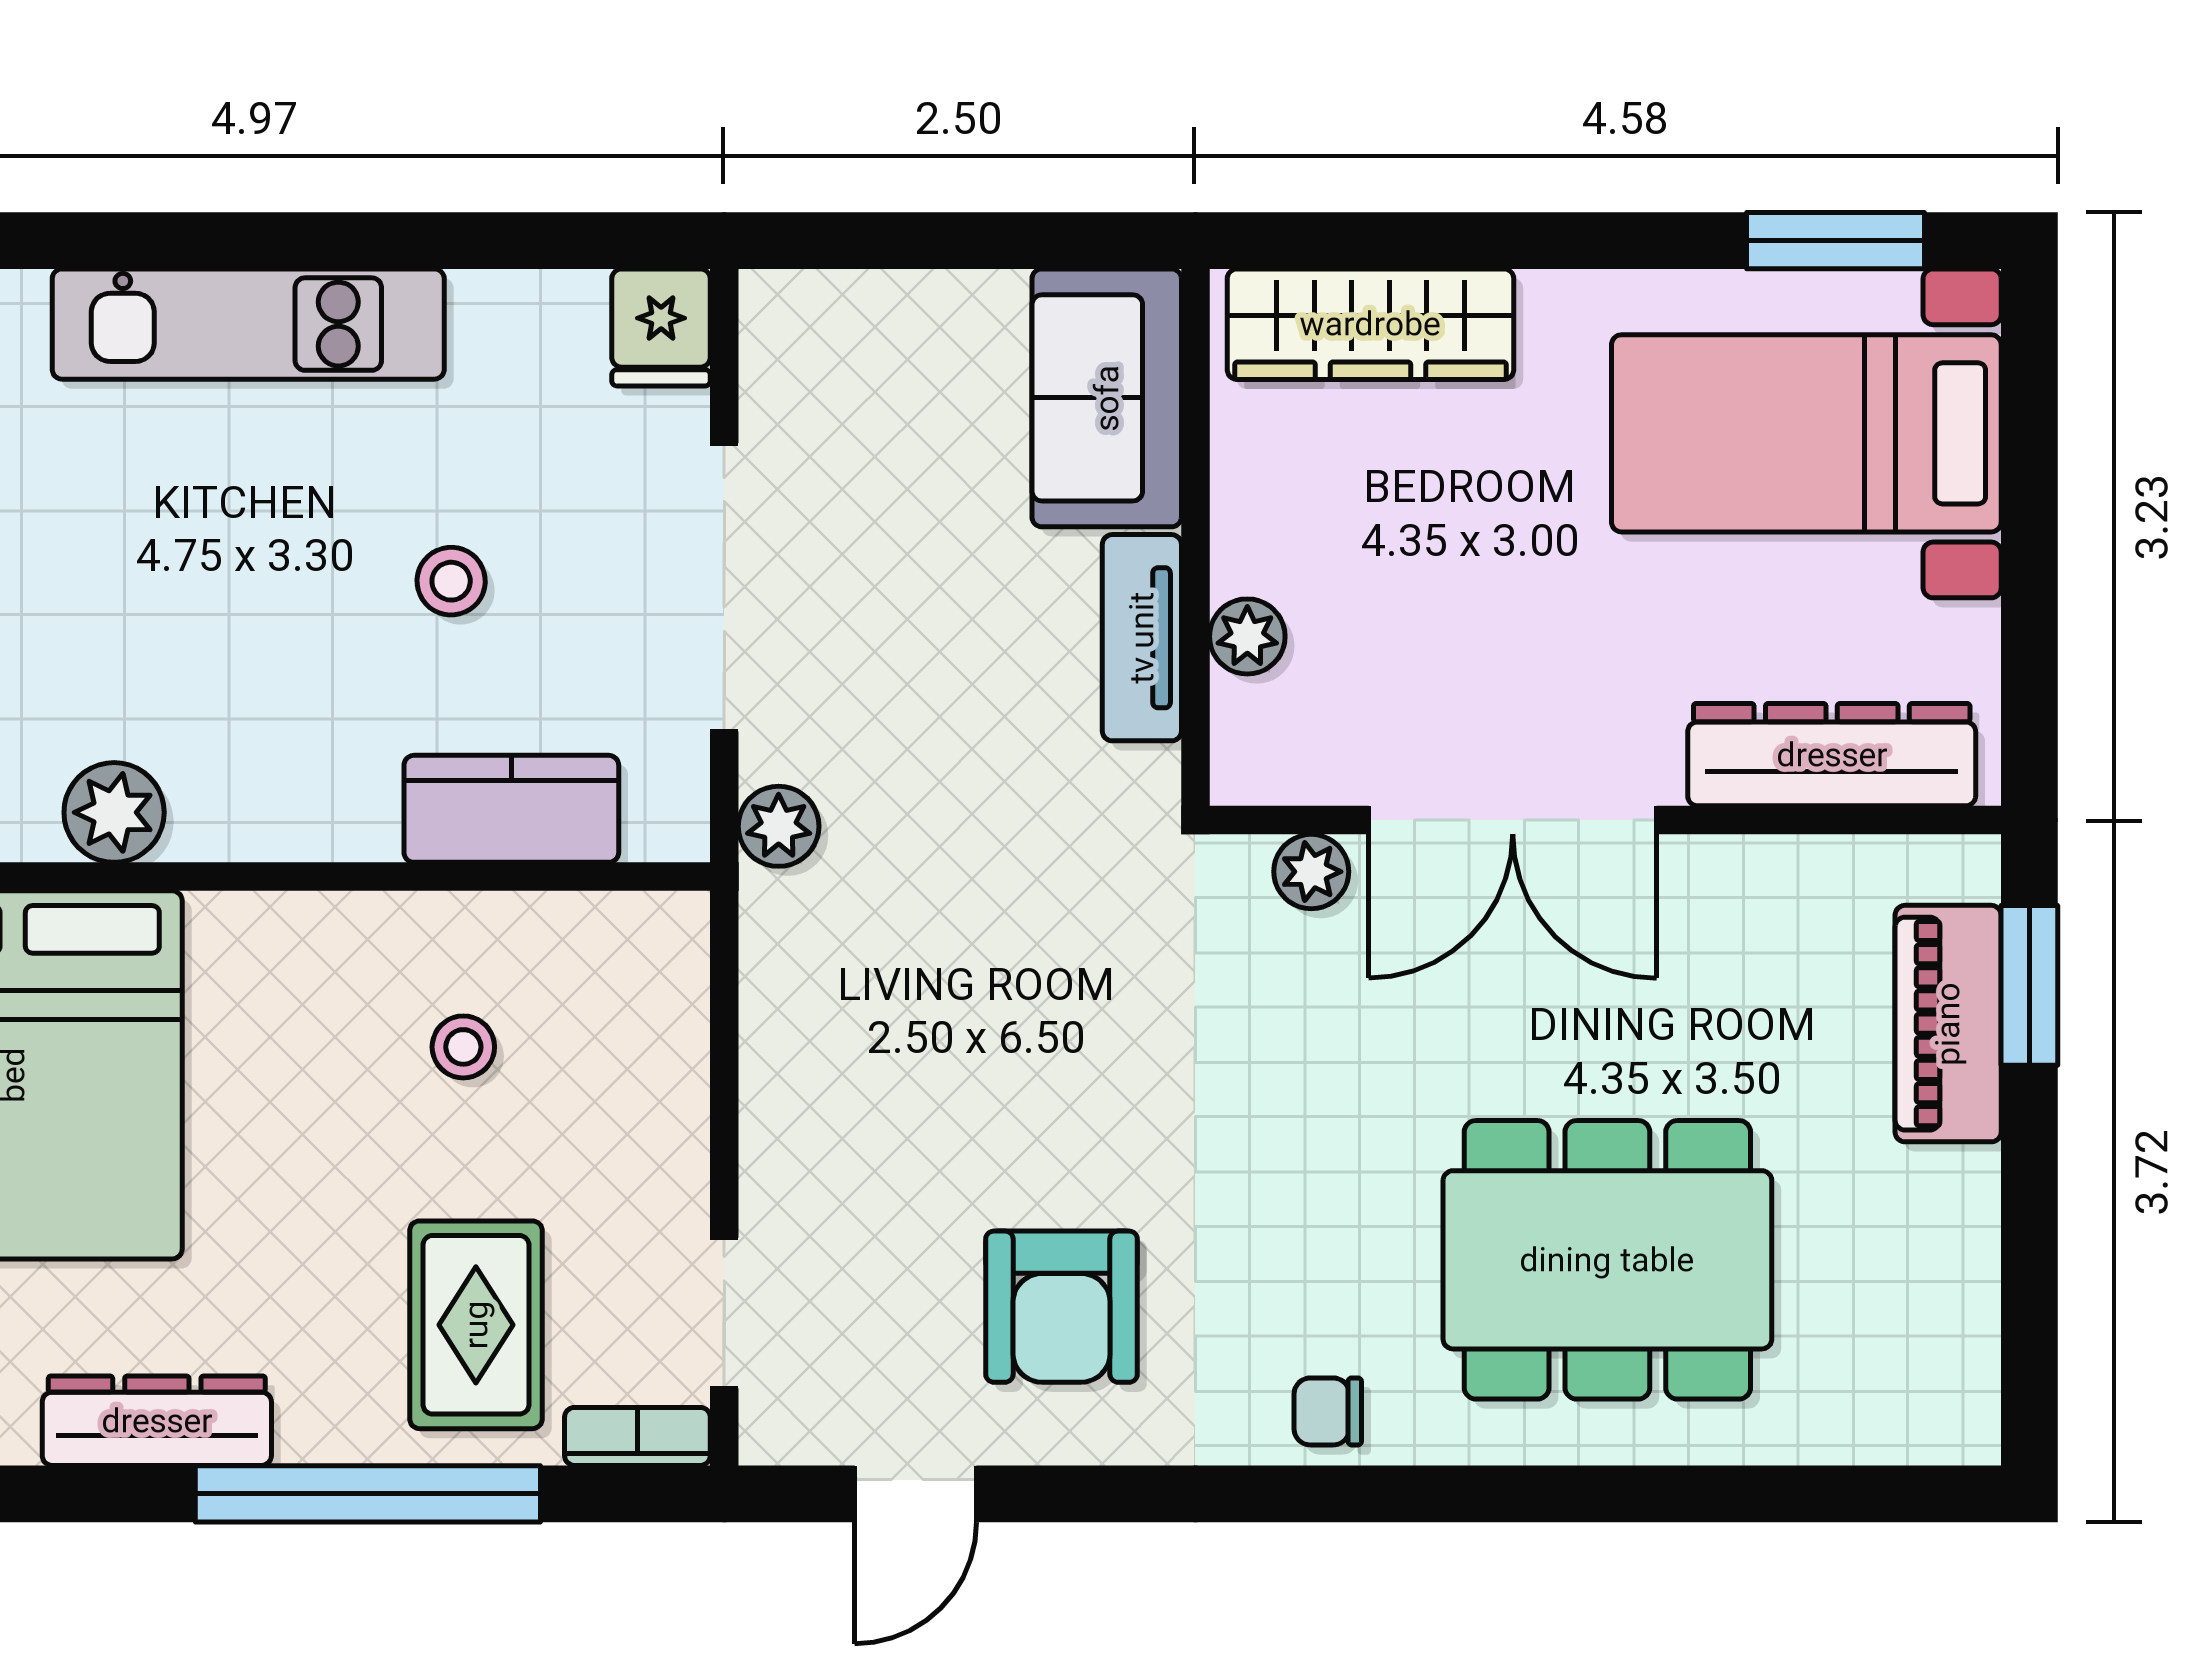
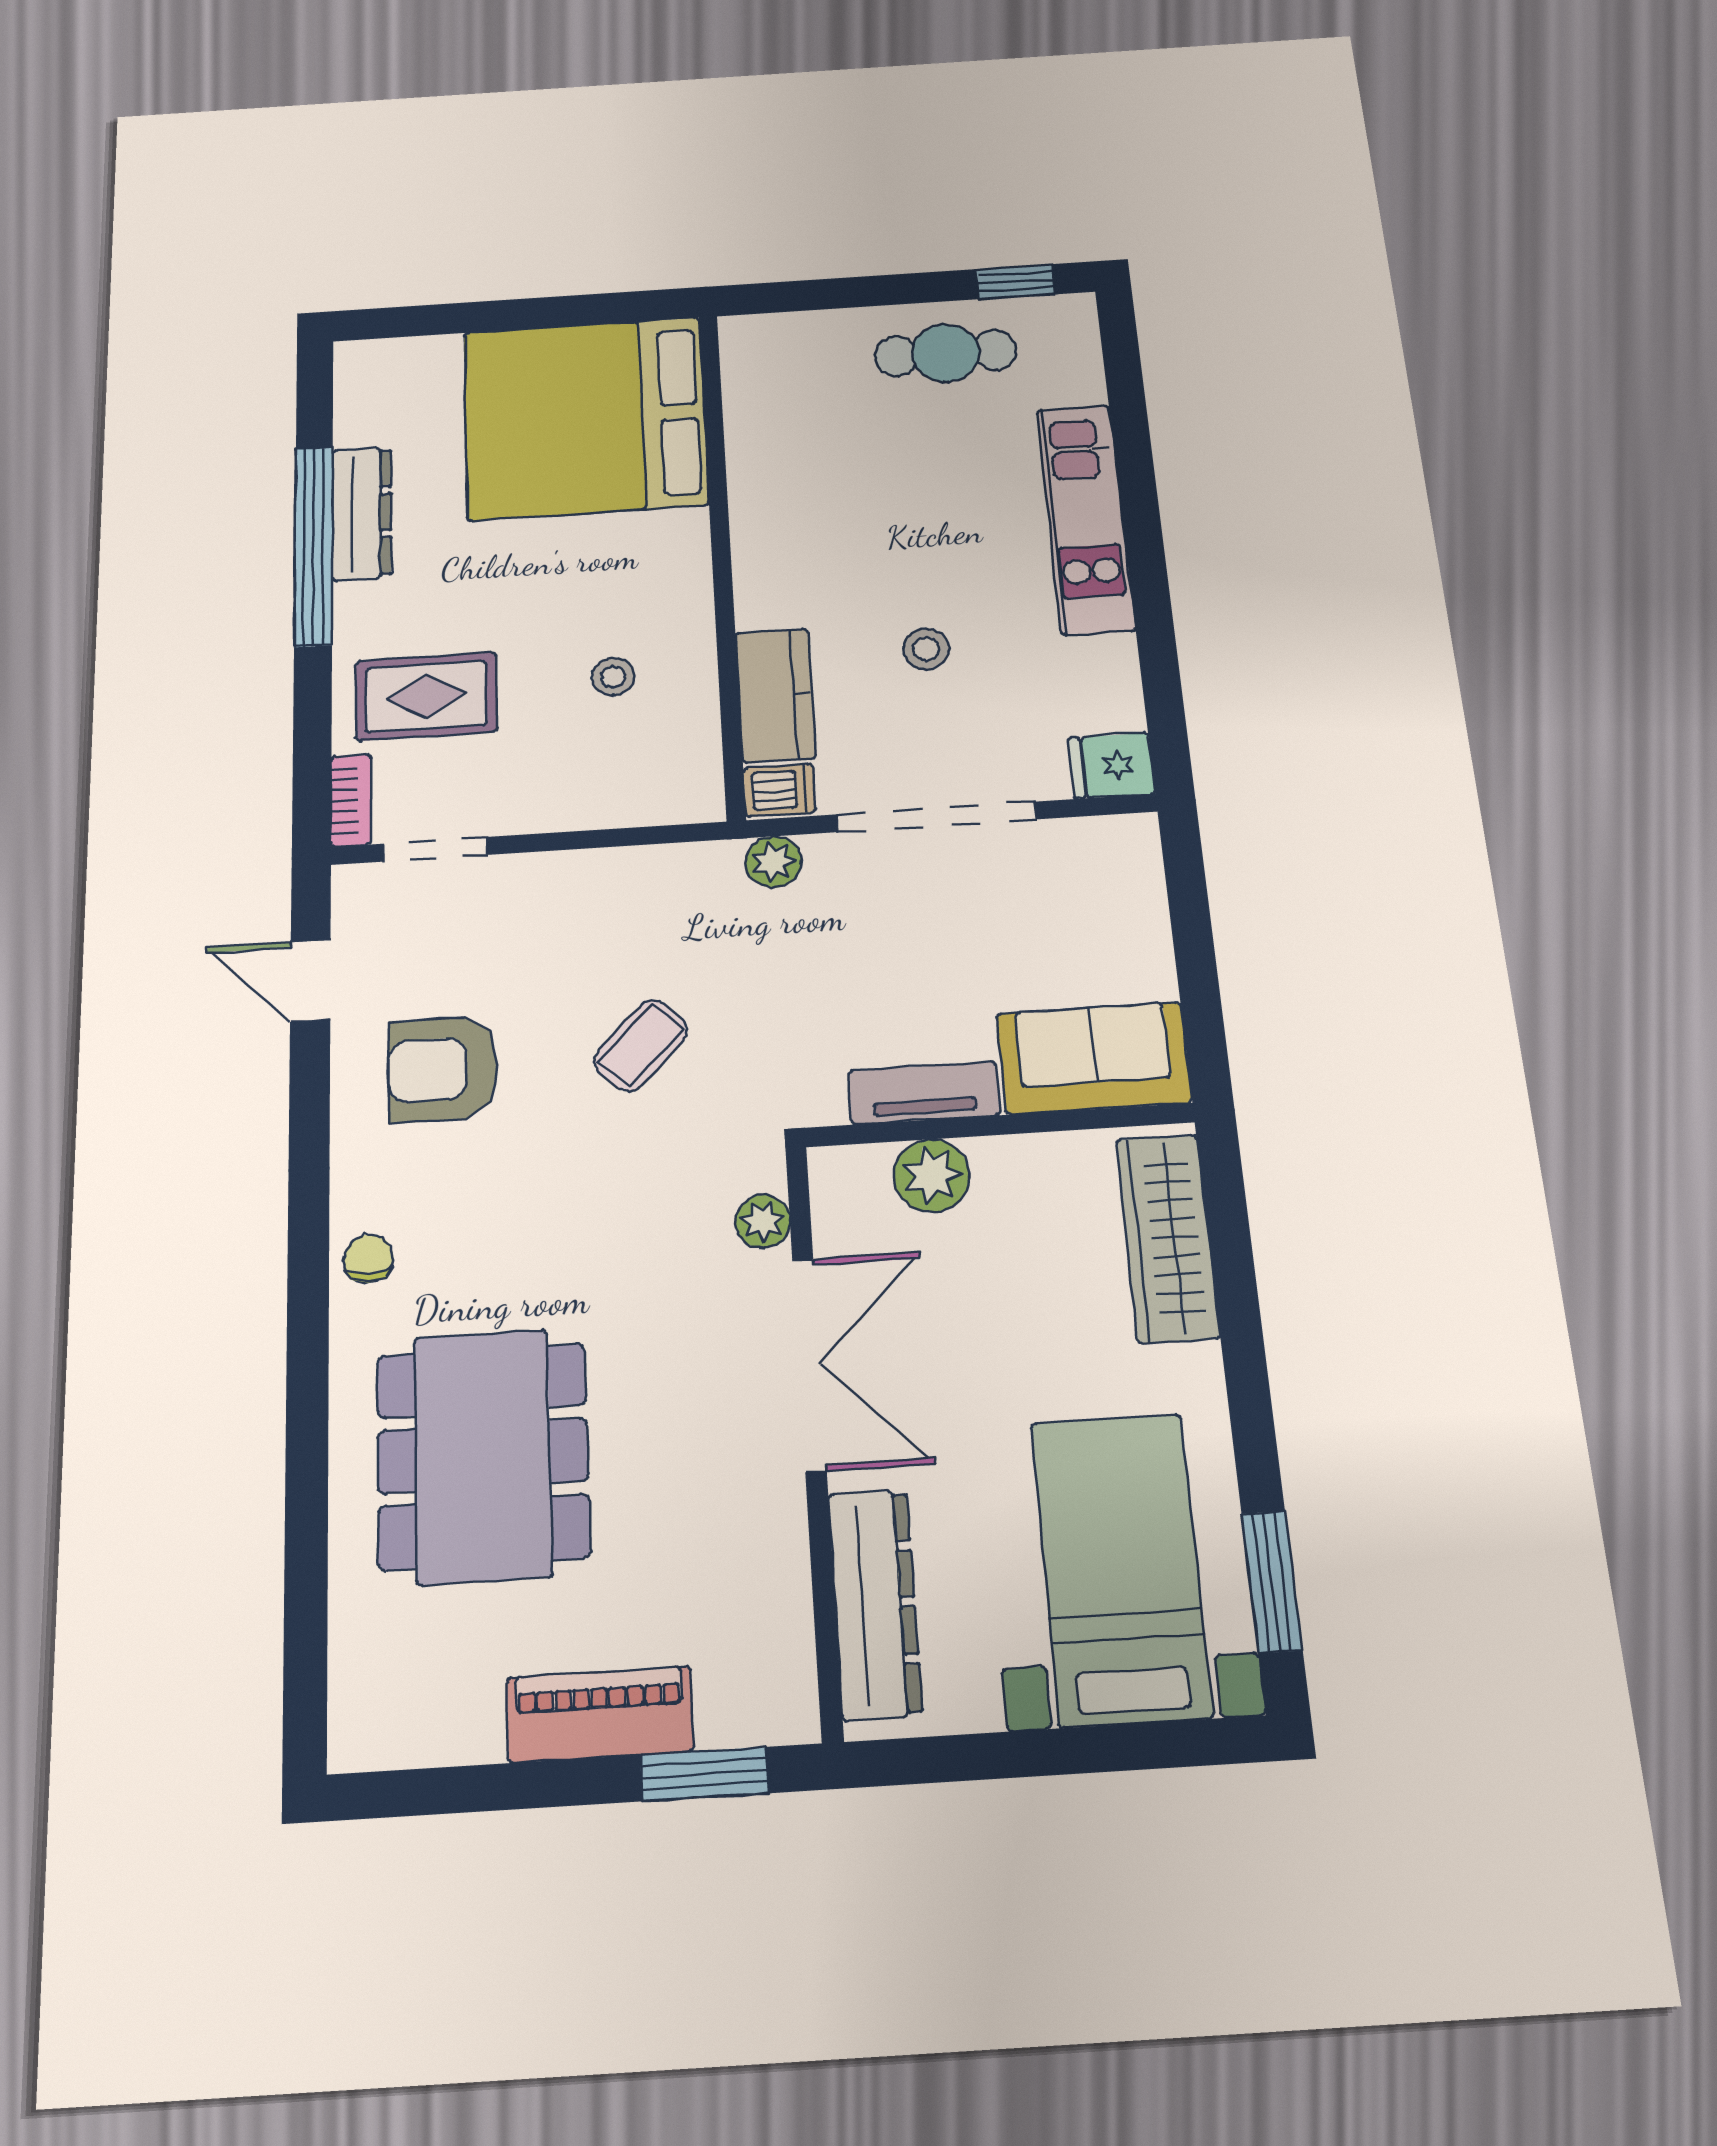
plant: (1247, 636) -> (932, 1175), width x1.38, depth x1.38
plant: (114, 812) -> (758, 463), removed
dishwasher: (665, 812) -> (779, 790), added
double door: (1513, 820) -> (809, 1364), swing flipped
piano: (1948, 1024) -> (600, 1714), moved
coffee table: (1045, 1028) -> (641, 1045), added
window: (368, 1494) -> (314, 545), moved

